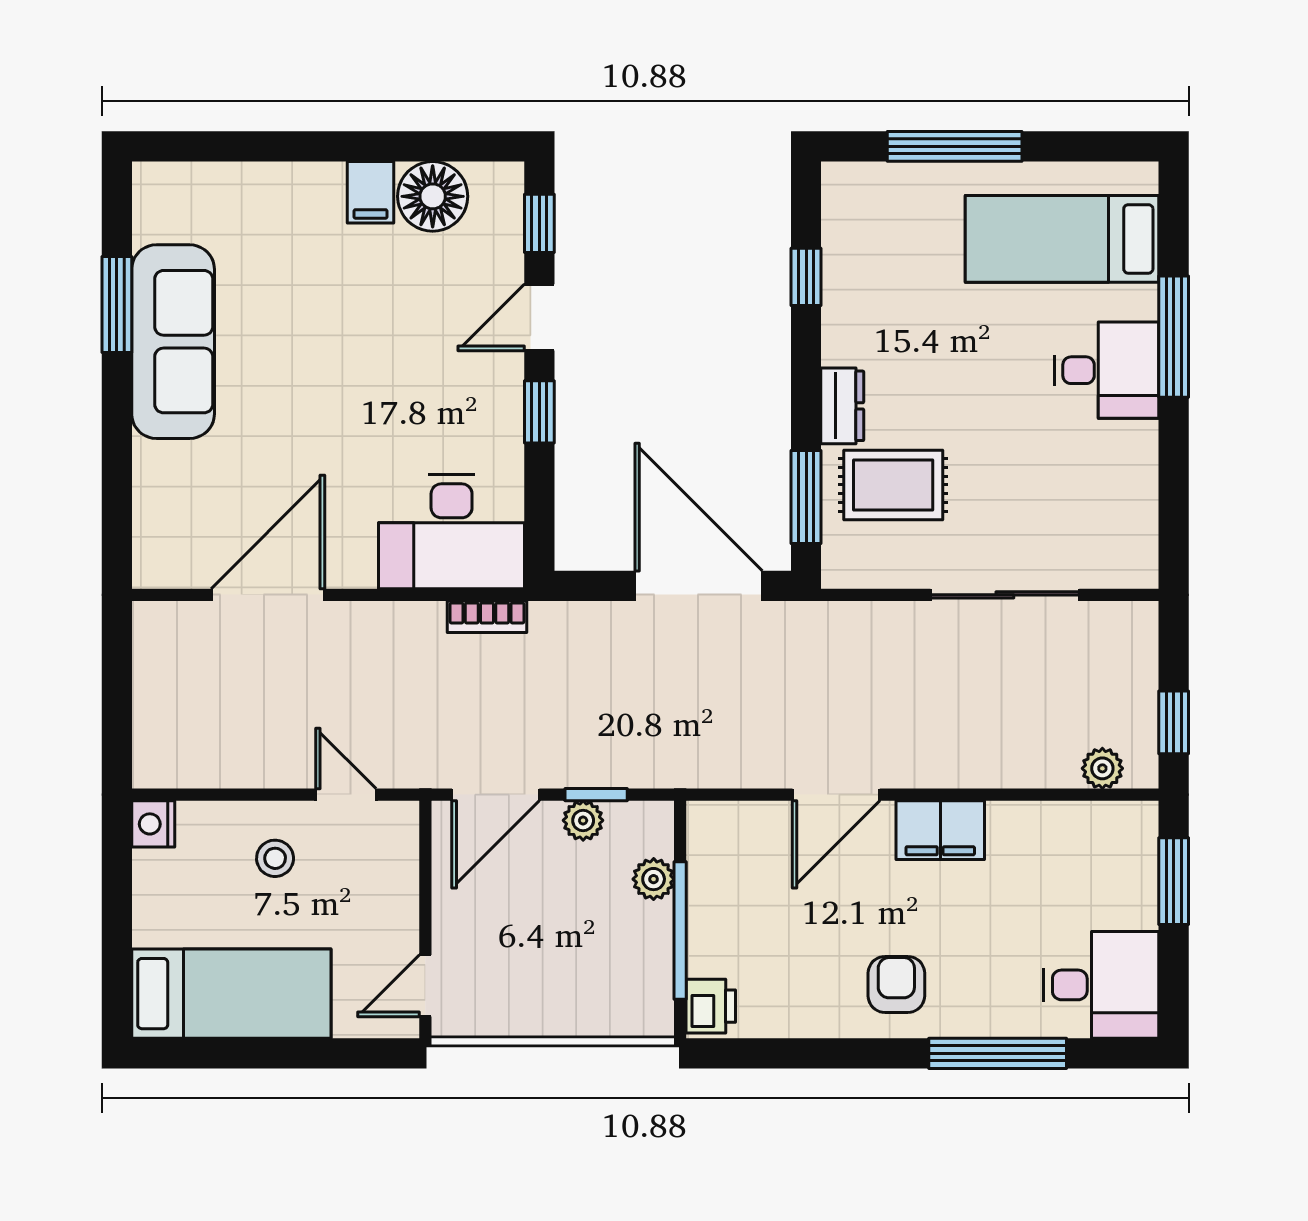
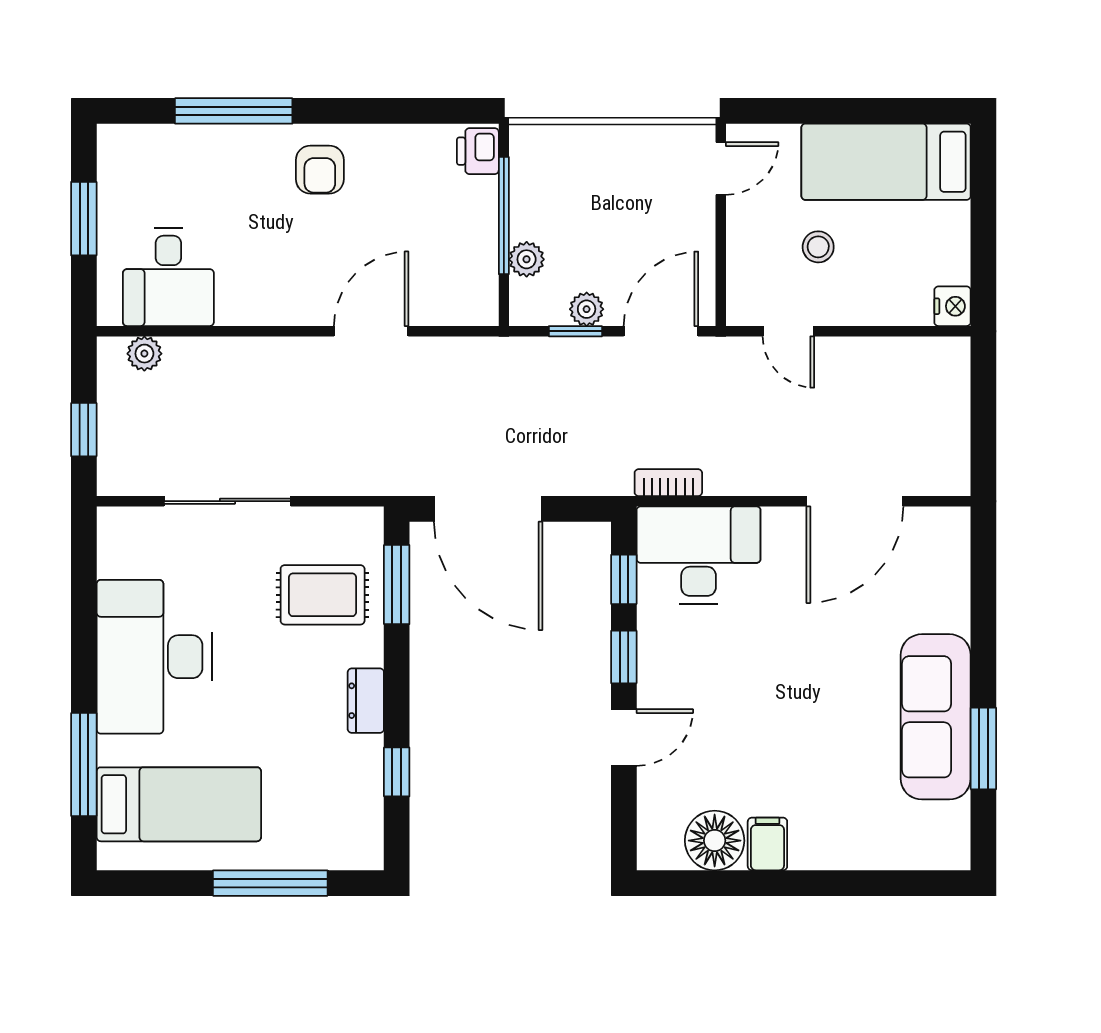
window: (539, 223) -> (624, 579), moved
window: (1174, 337) -> (84, 765), moved
desk: (1107, 370) -> (154, 657), width x1.87, depth x1.30
dresser: (842, 406) -> (366, 701), moved
window: (1174, 722) -> (84, 430), moved
filing cabinet: (940, 830) -> (282, 301), removed
stool: (275, 858) -> (818, 247), moved
window: (1174, 881) -> (84, 219), moved
desk: (1101, 985) -> (168, 277), moved, turned -90

